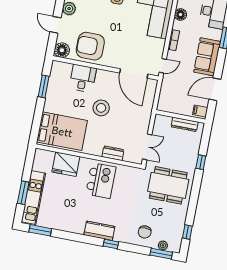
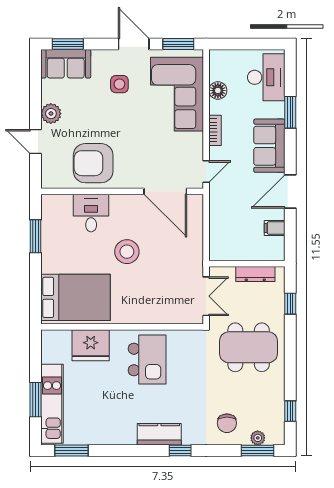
floor lamp: (62, 50) -> (52, 177), removed
wall: (180, 117) -> (247, 264), moved
dresser: (185, 124) -> (255, 274), moved
dresser: (113, 153) -> (157, 315), removed

